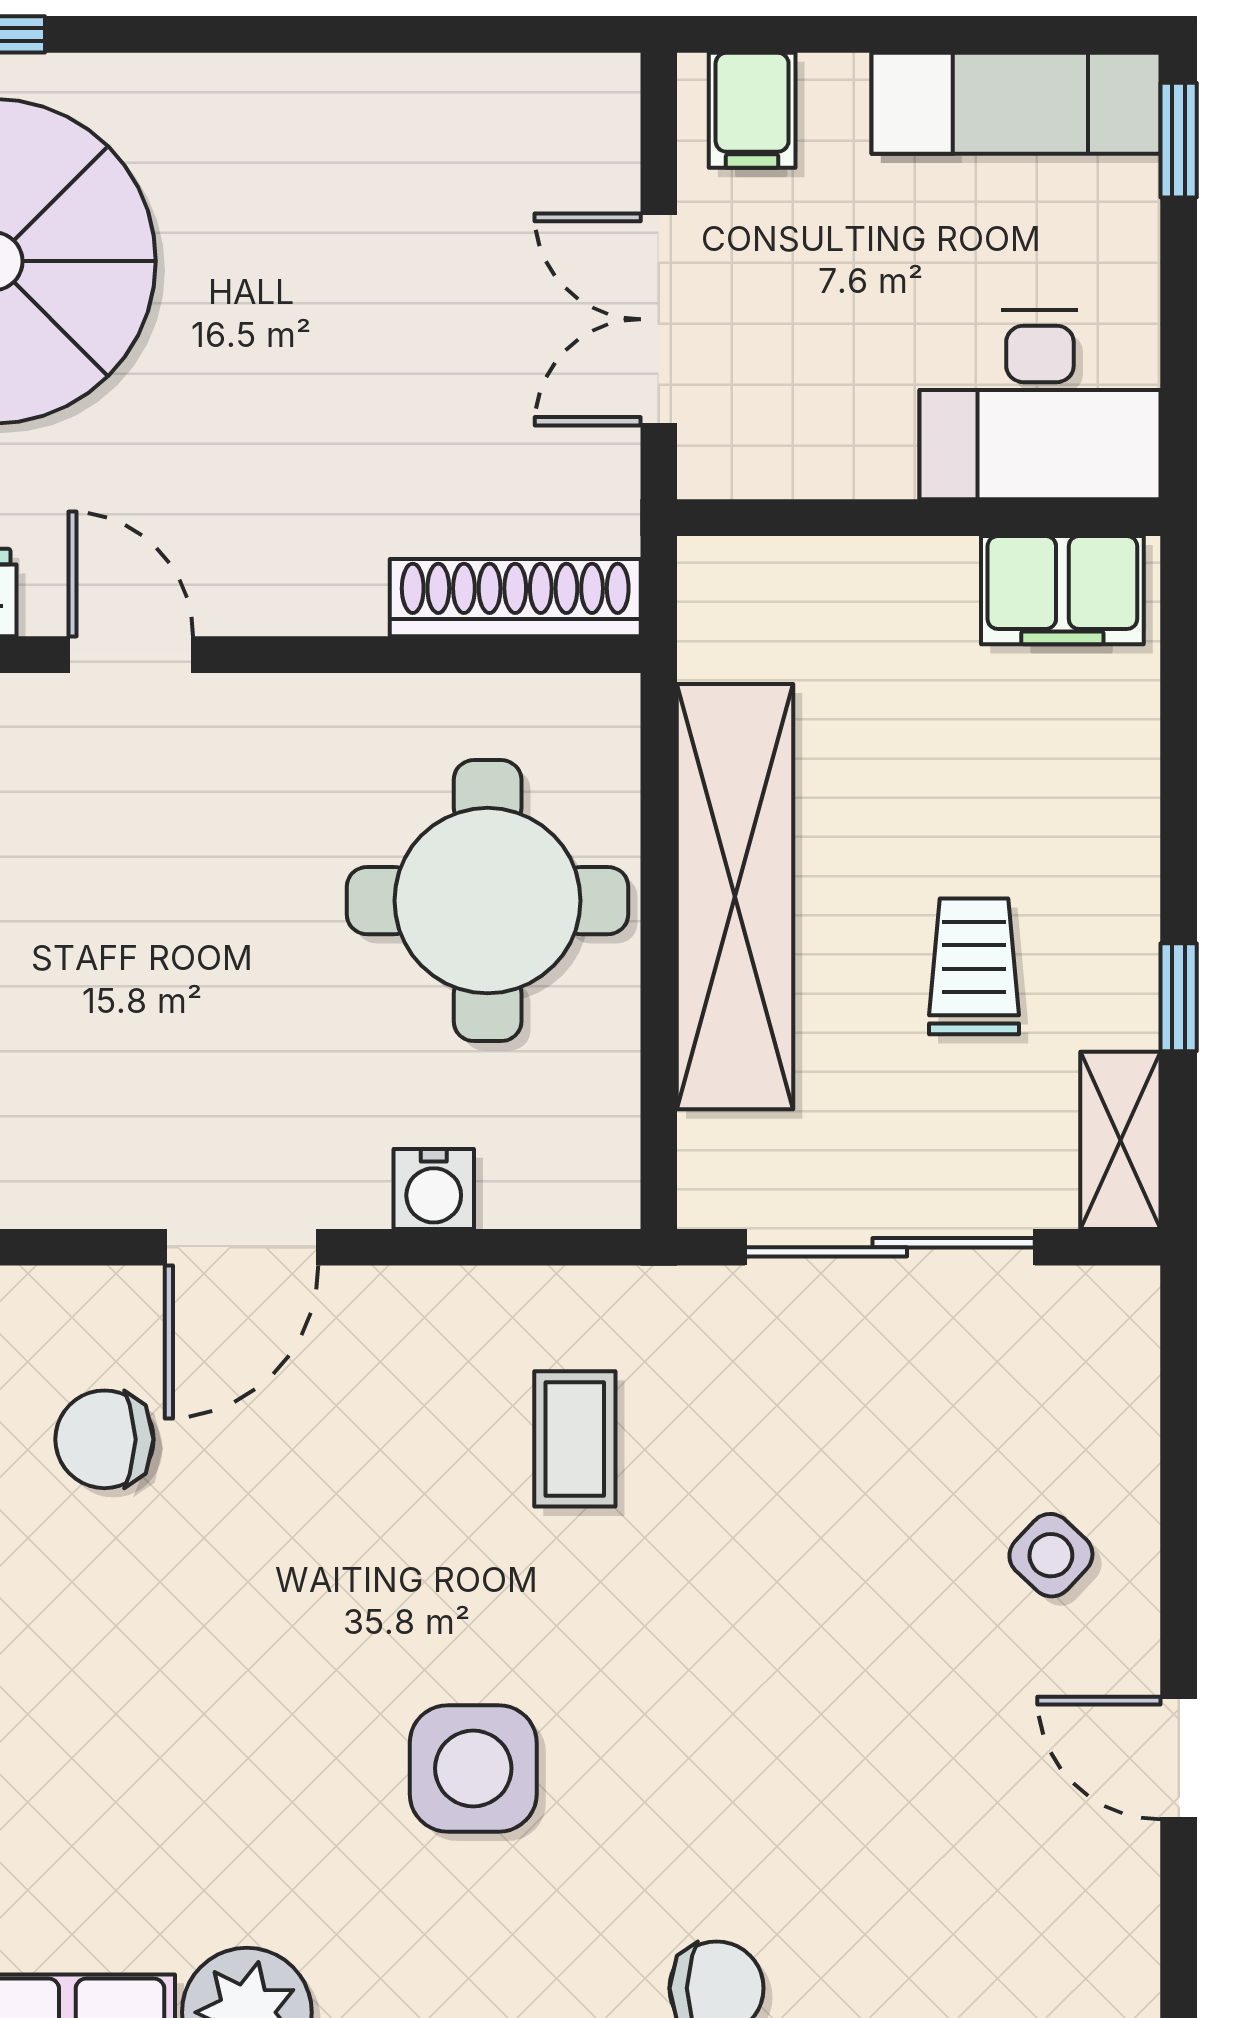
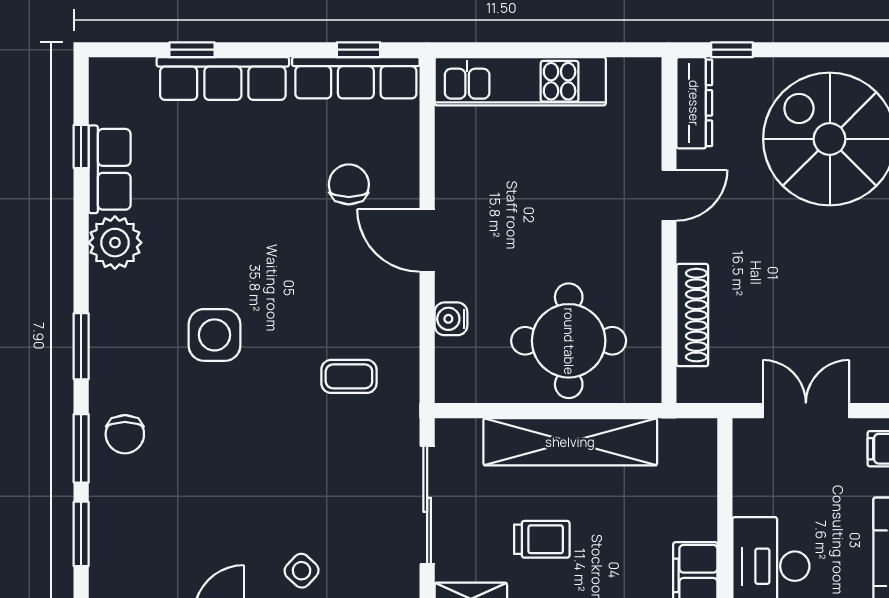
shoe rack: (515, 598) -> (692, 315), moved

